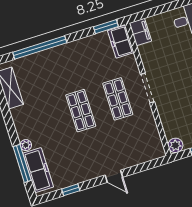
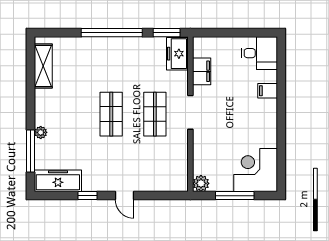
filing cabinet: (140, 32) -> (202, 71), moved
window: (40, 47) -> (112, 33), moved
freezer: (38, 170) -> (58, 181), moved, turned -90
window: (71, 190) -> (87, 196), moved

